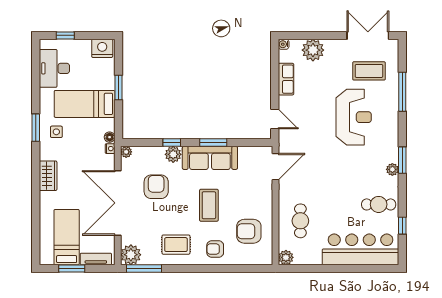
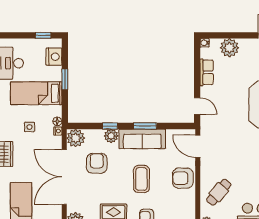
window: (65, 35) -> (43, 35), moved
nightstand: (102, 48) -> (54, 57), moved, turned 90
side table: (56, 132) -> (29, 127), moved
plant: (126, 152) -> (76, 138), width x1.88, depth x1.88
door: (276, 167) -> (198, 146), swing flipped
cafe table: (300, 221) -> (219, 192), turned 41
armchair: (249, 231) -> (183, 178), moved

